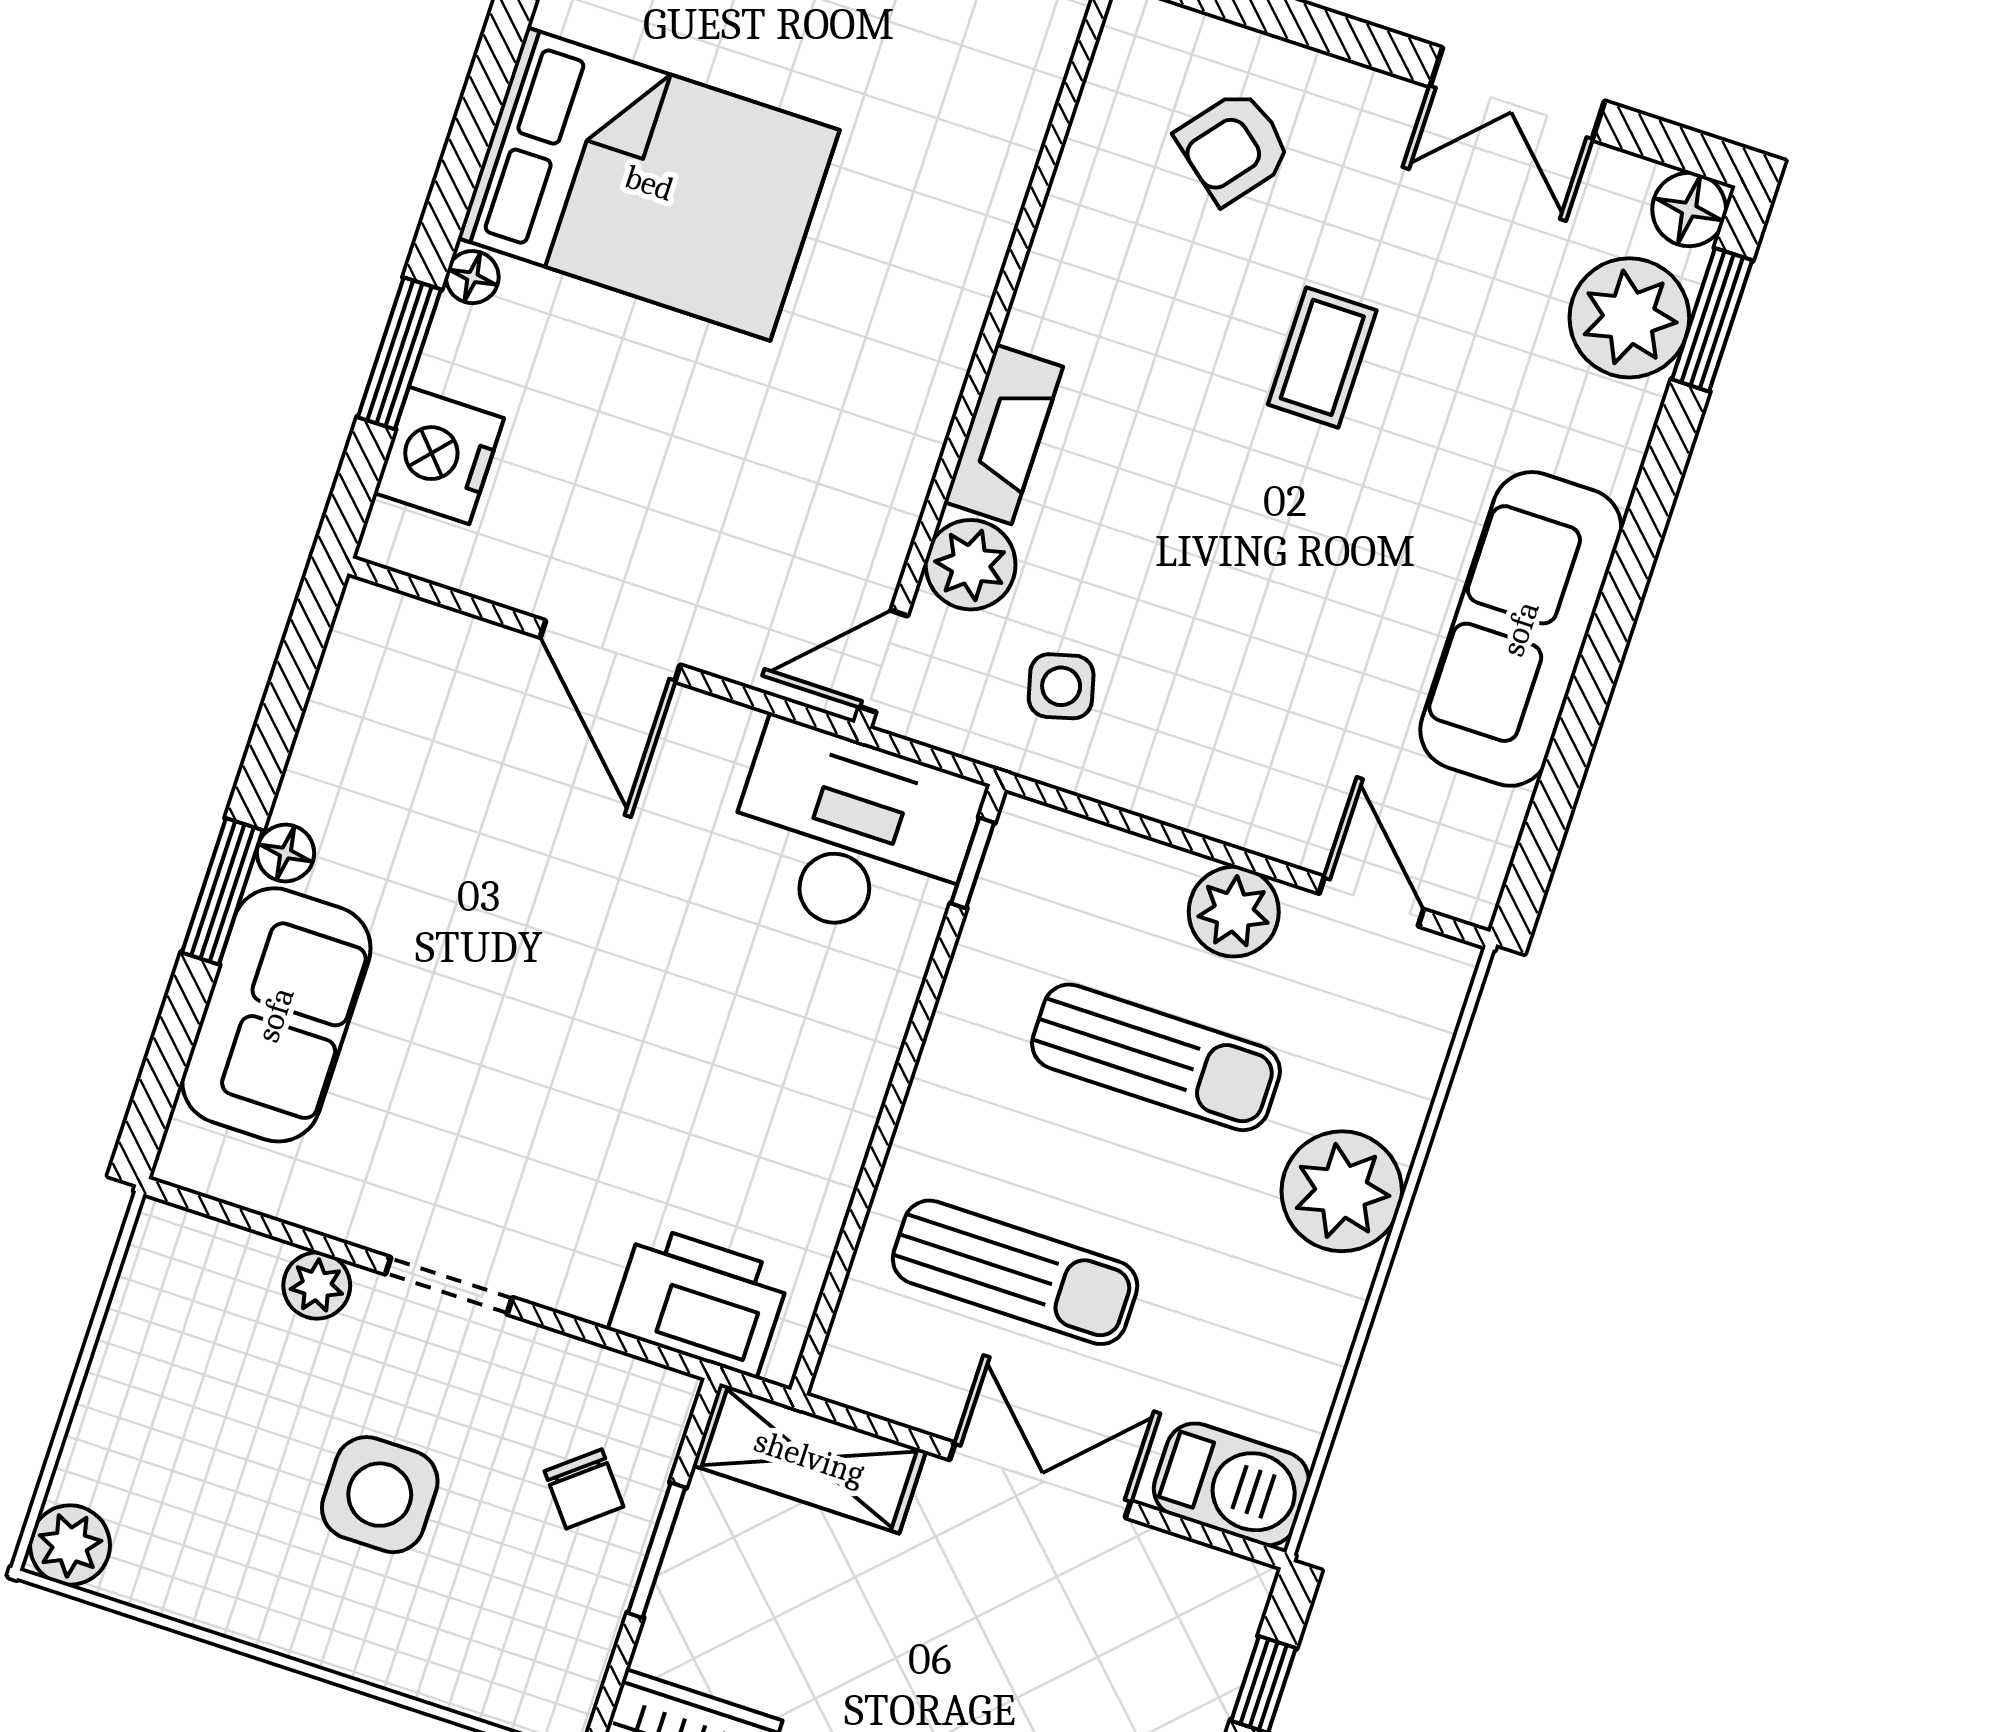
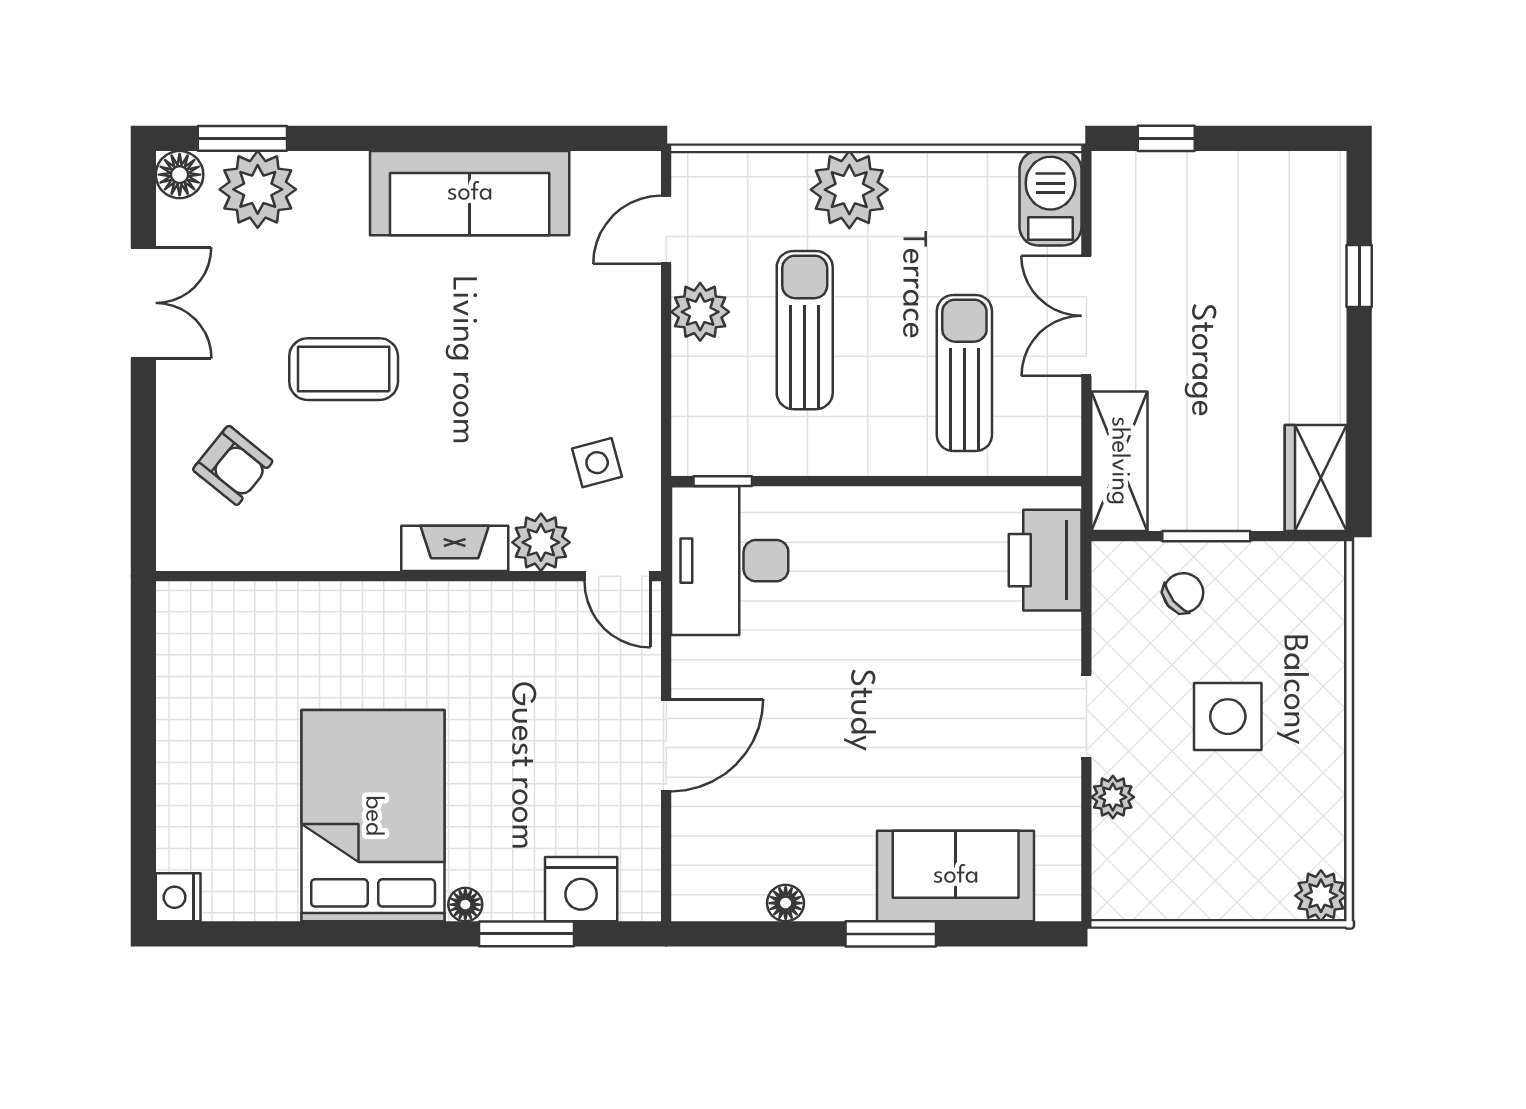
coffee table: (1322, 357) -> (344, 369), width x1.36, depth x1.30
floor lamp: (285, 853) -> (786, 903), moved

